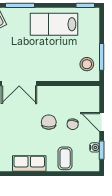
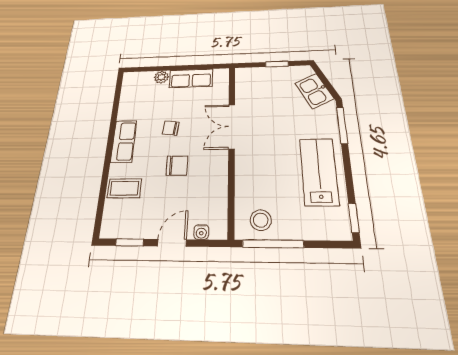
window: (102, 57) -> (273, 244), width x1.44
chair: (73, 124) -> (171, 128), moved
water cooler: (95, 147) -> (201, 232), moved

